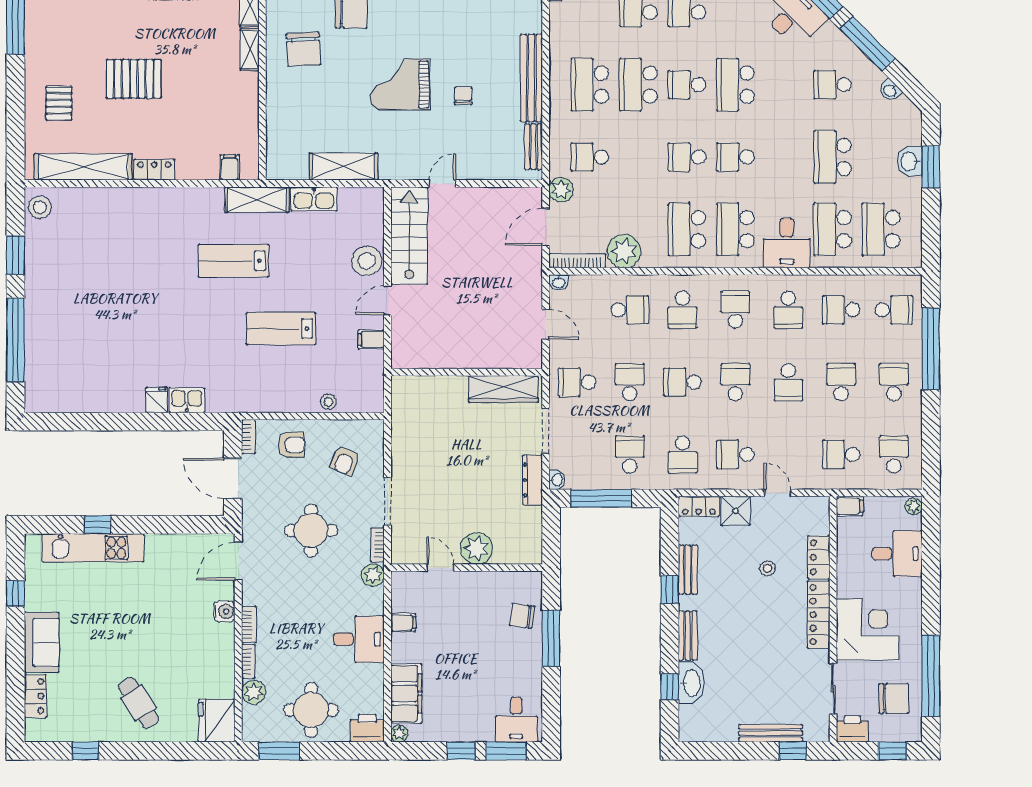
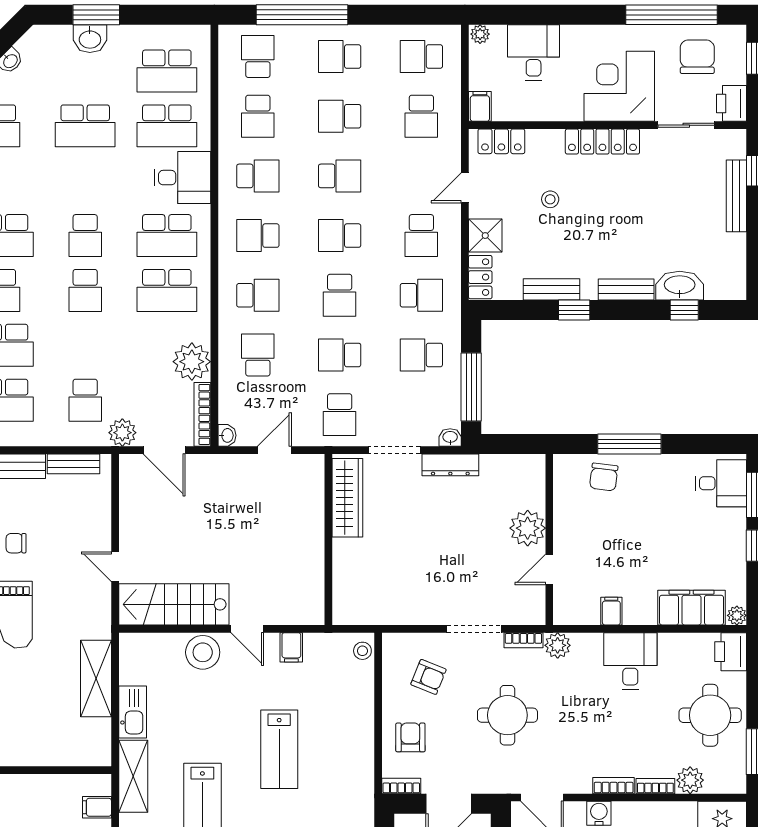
stool: (328, 402) -> (362, 651), moved
locker: (819, 557) -> (501, 141), moved

